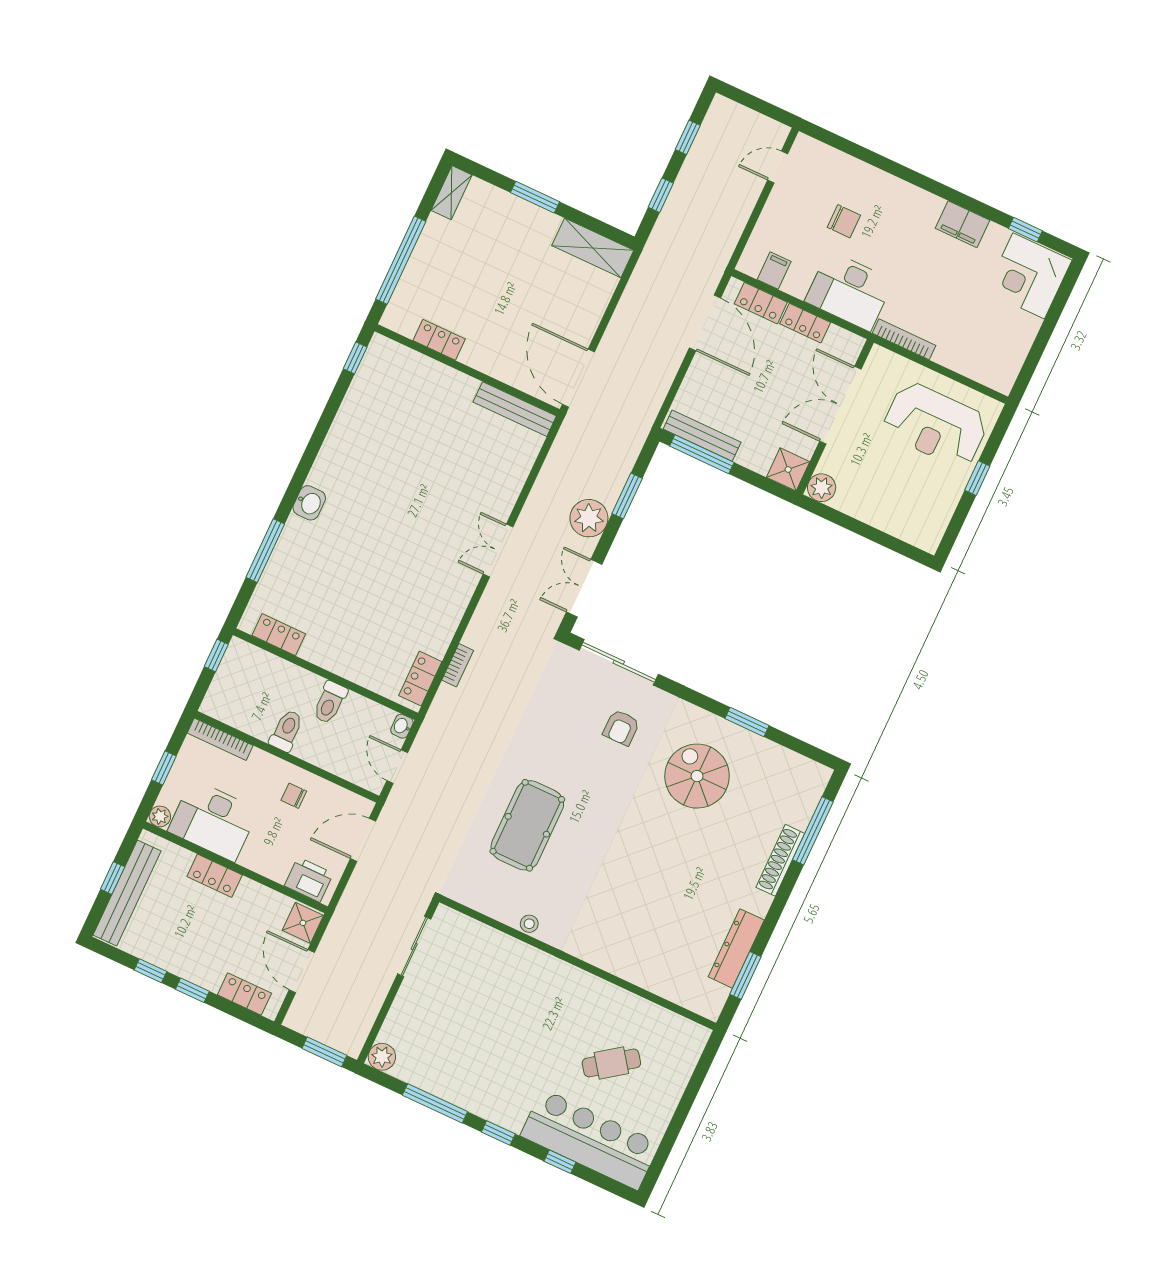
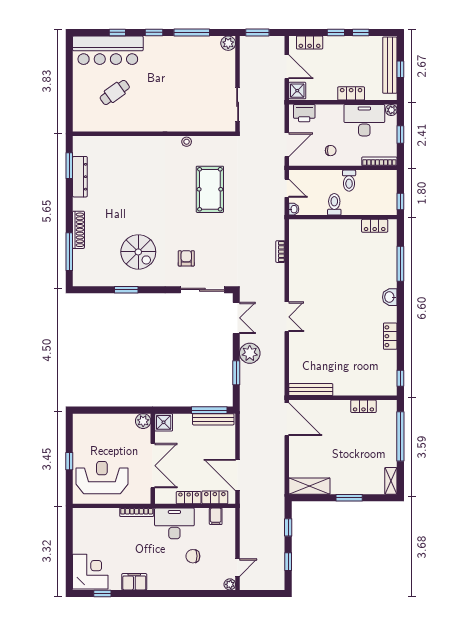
plant: (804, 145) -> (230, 584), added
locker: (420, 679) -> (390, 336), moved, turned 180

